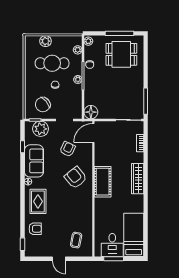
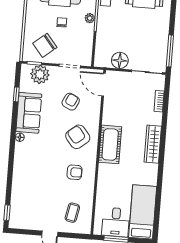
floor lamp: (91, 112) -> (120, 60), moved
door: (93, 133) -> (104, 85), hinge flipped
rug: (38, 201) -> (30, 162), removed
armchair: (35, 229) -> (75, 172), moved

